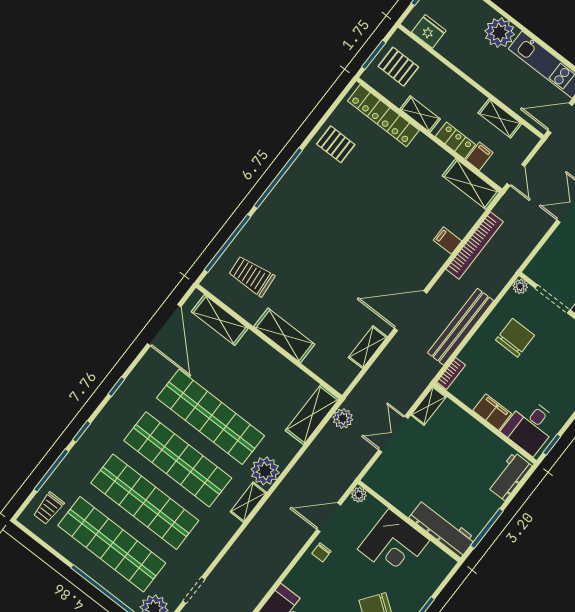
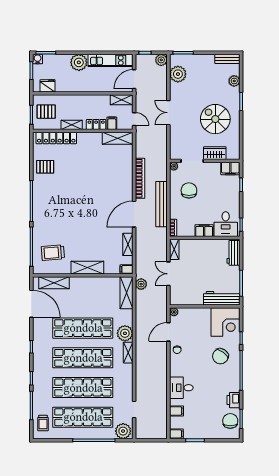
shelving: (500, 118) -> (122, 100), moved
filing cabinet: (448, 241) -> (127, 269), moved
bookcase: (475, 245) -> (140, 178), moved
corner desk: (394, 545) -> (226, 322), moved

